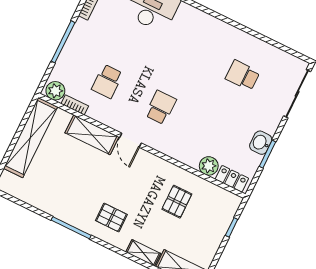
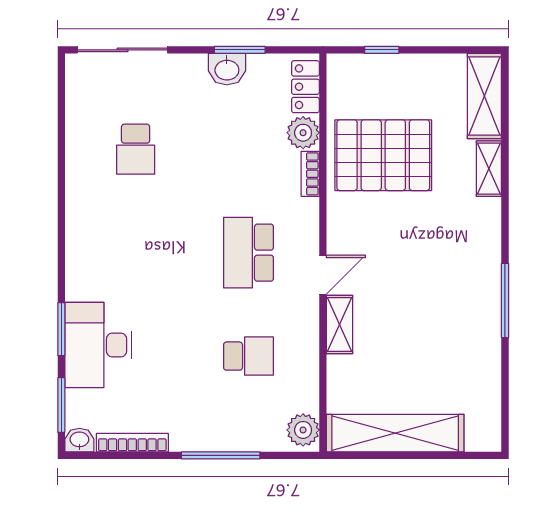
bookcase: (75, 105) -> (310, 174), moved
school desk: (161, 107) -> (248, 253), width x1.85
shelving: (92, 135) -> (339, 324), width x0.67, depth x0.75
pallet: (177, 202) -> (383, 155), width x2.05, depth x2.00
pallet: (111, 217) -> (458, 245), removed

